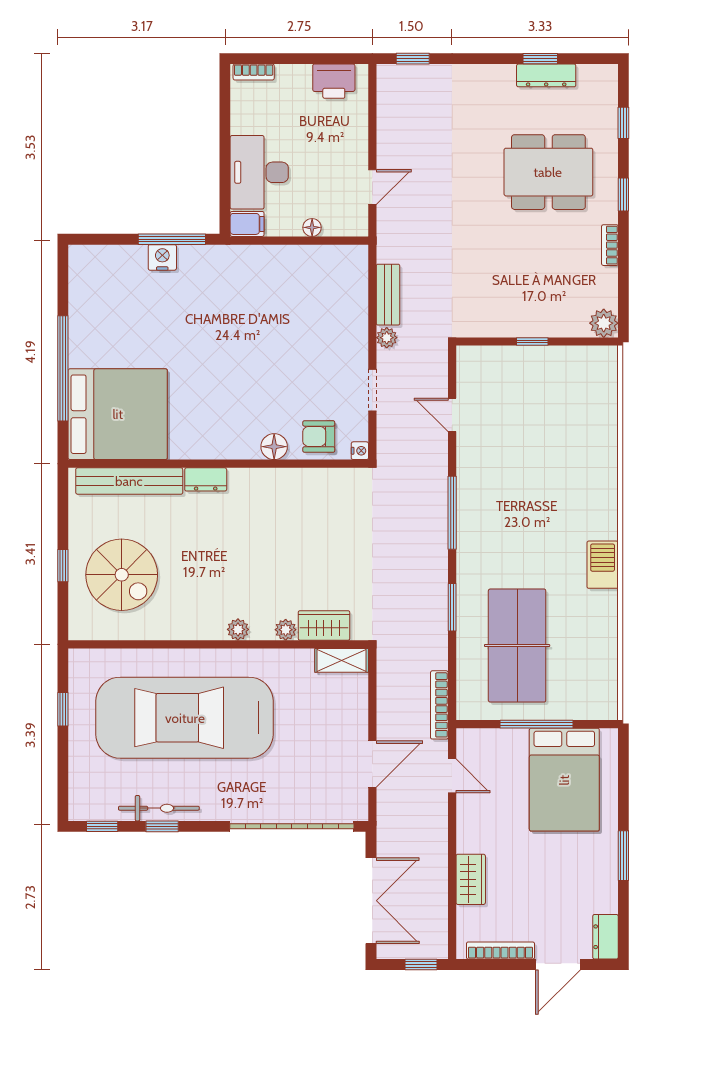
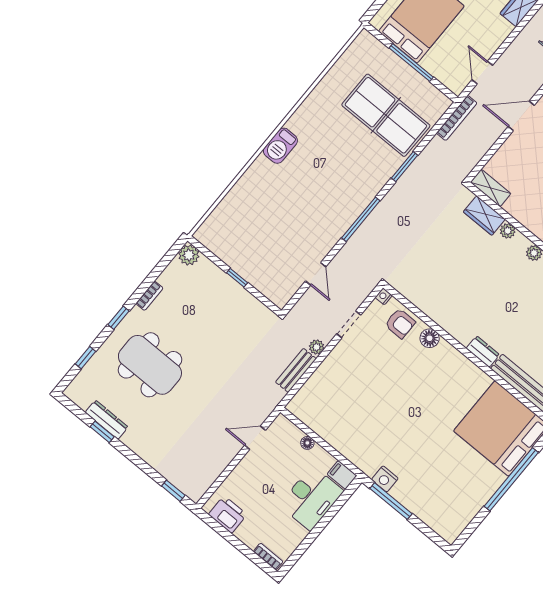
nightstand: (162, 257) -> (385, 479), moved
barbecue: (603, 565) -> (280, 146), moved
table tennis table: (517, 646) -> (386, 115), turned 90

